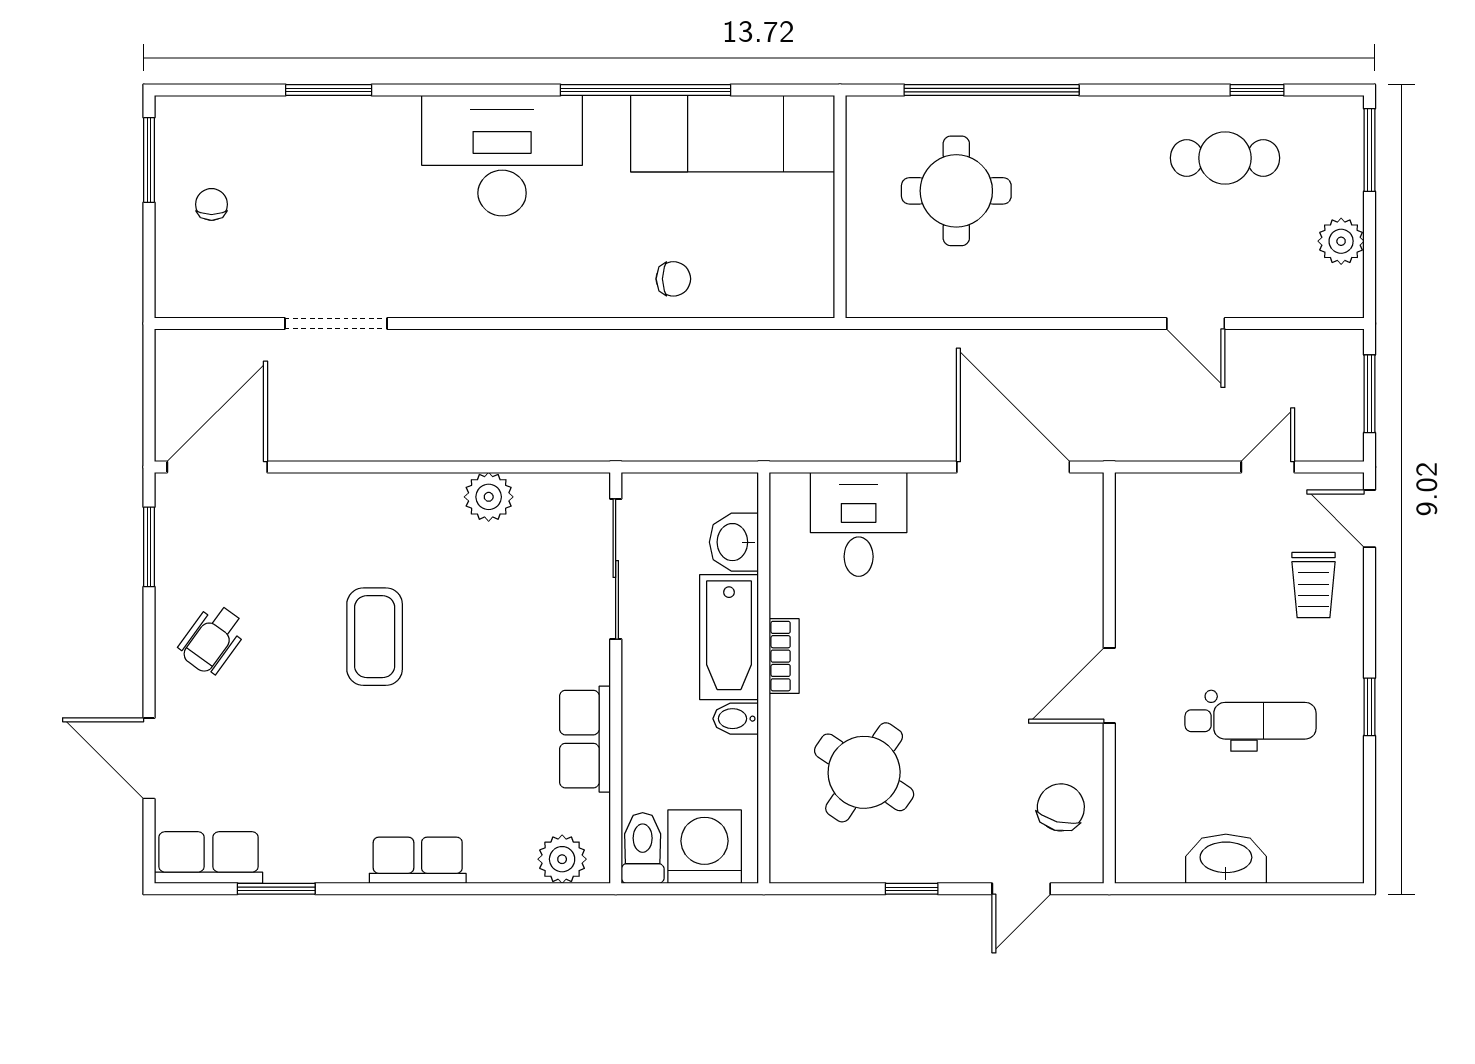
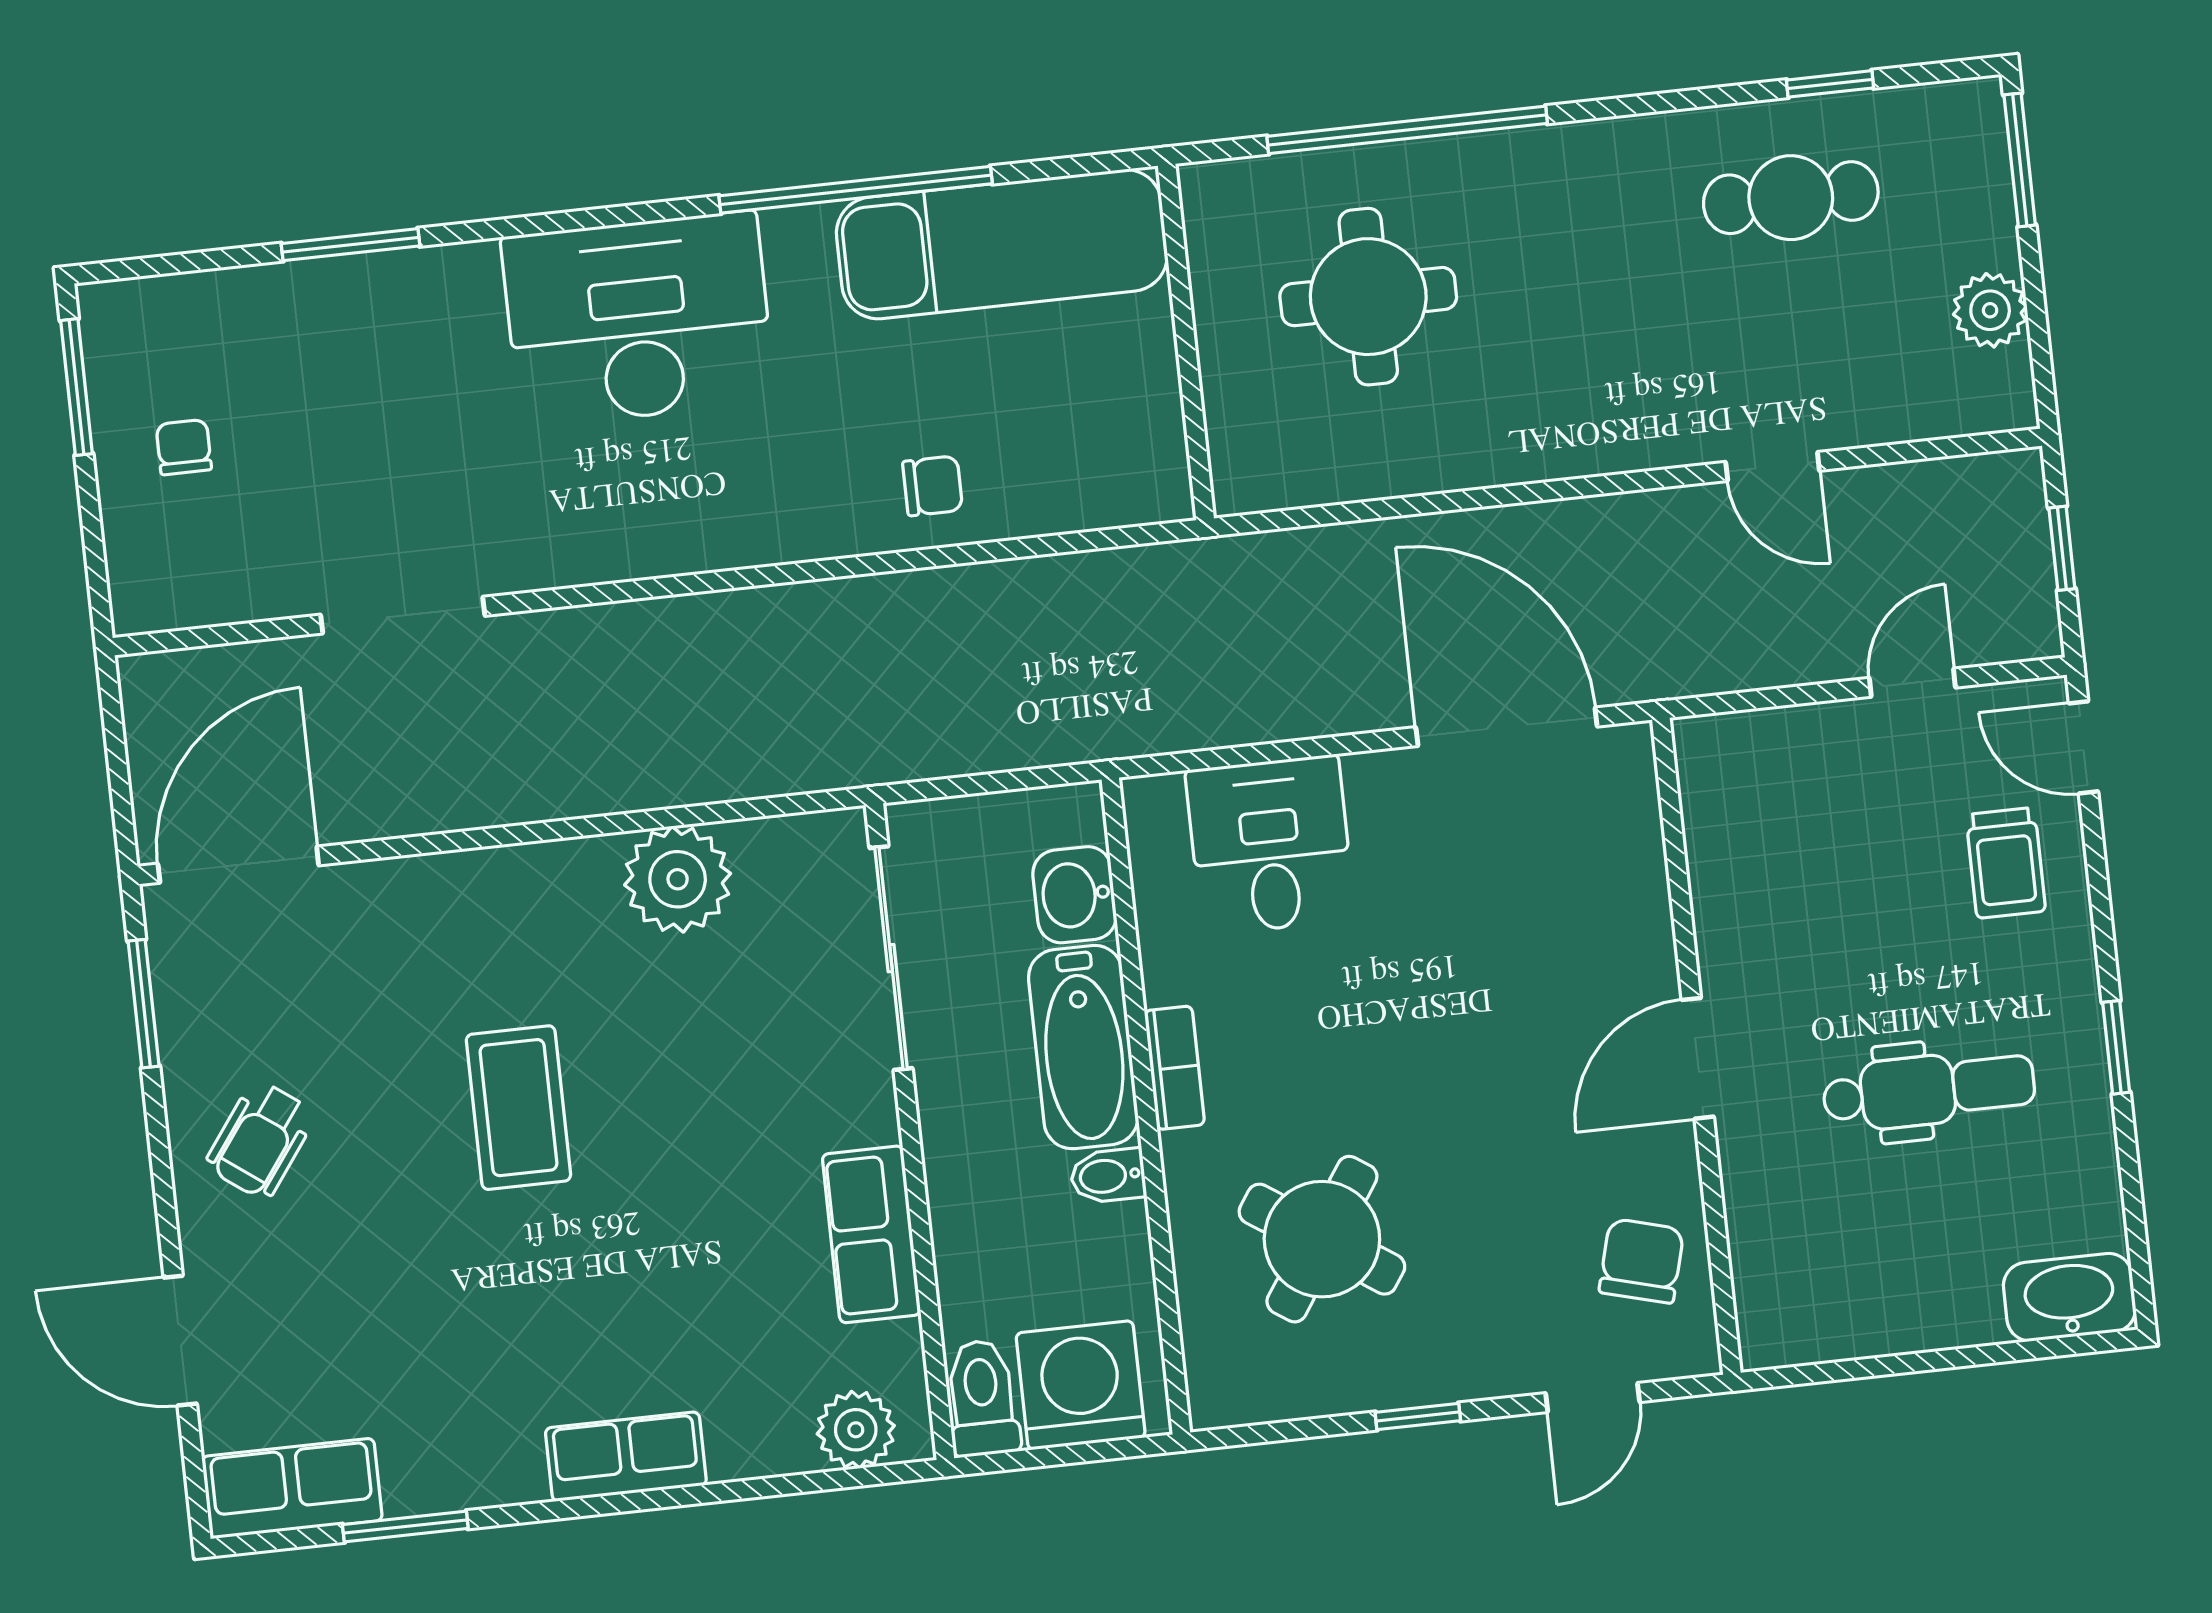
window: (1370, 394) -> (2062, 548), width x0.67
plant: (489, 497) -> (678, 879), width x1.36, depth x1.36
washbasin: (1226, 859) -> (2070, 1297), moved

